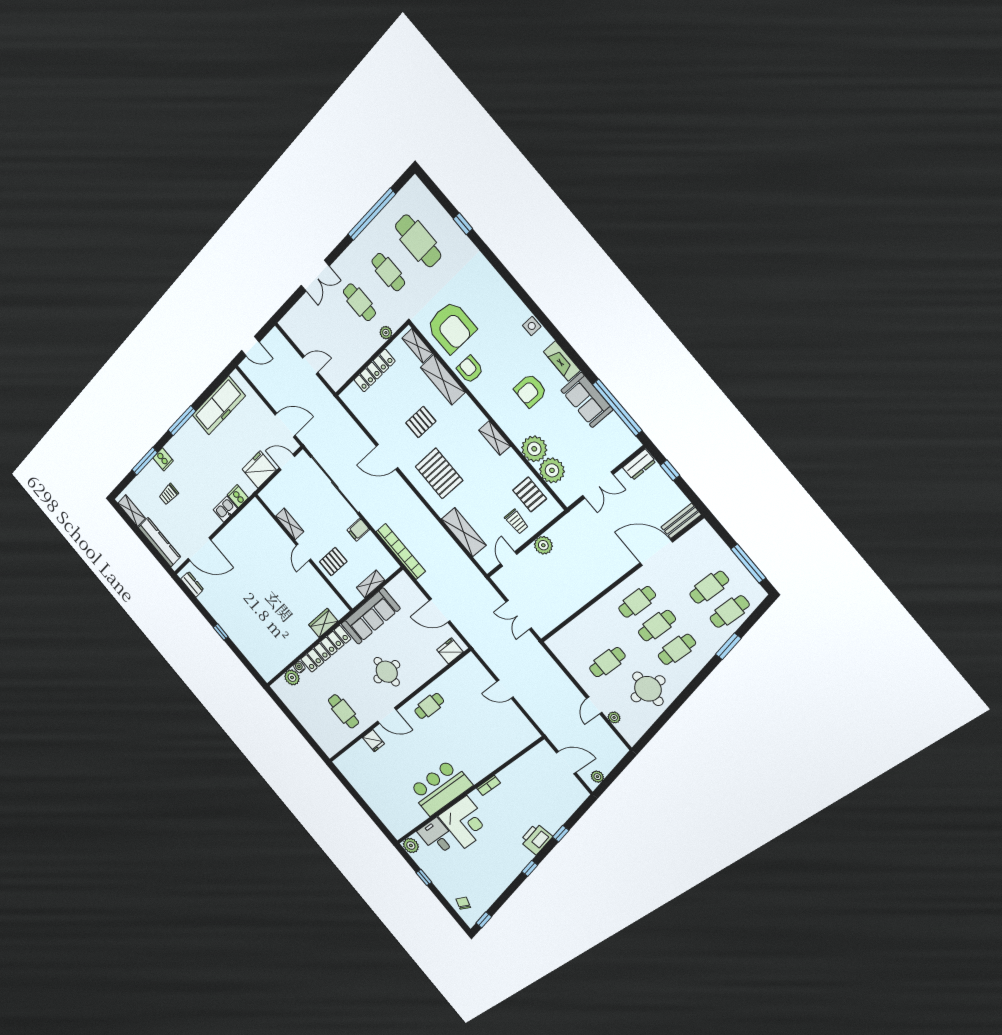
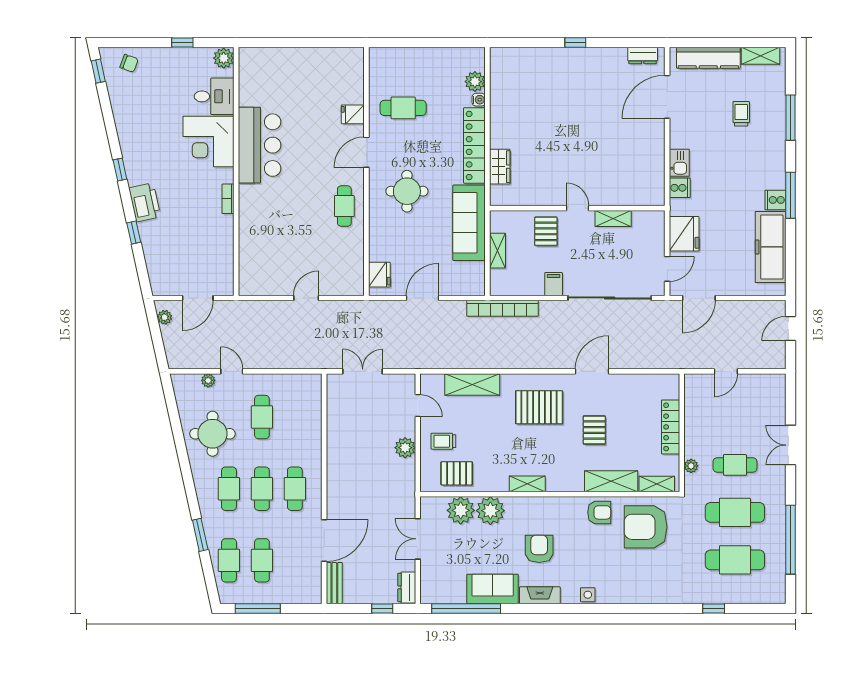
cafe table: (388, 272) -> (735, 512), width x1.37, depth x1.35
cooker: (163, 459) -> (775, 200), moved

